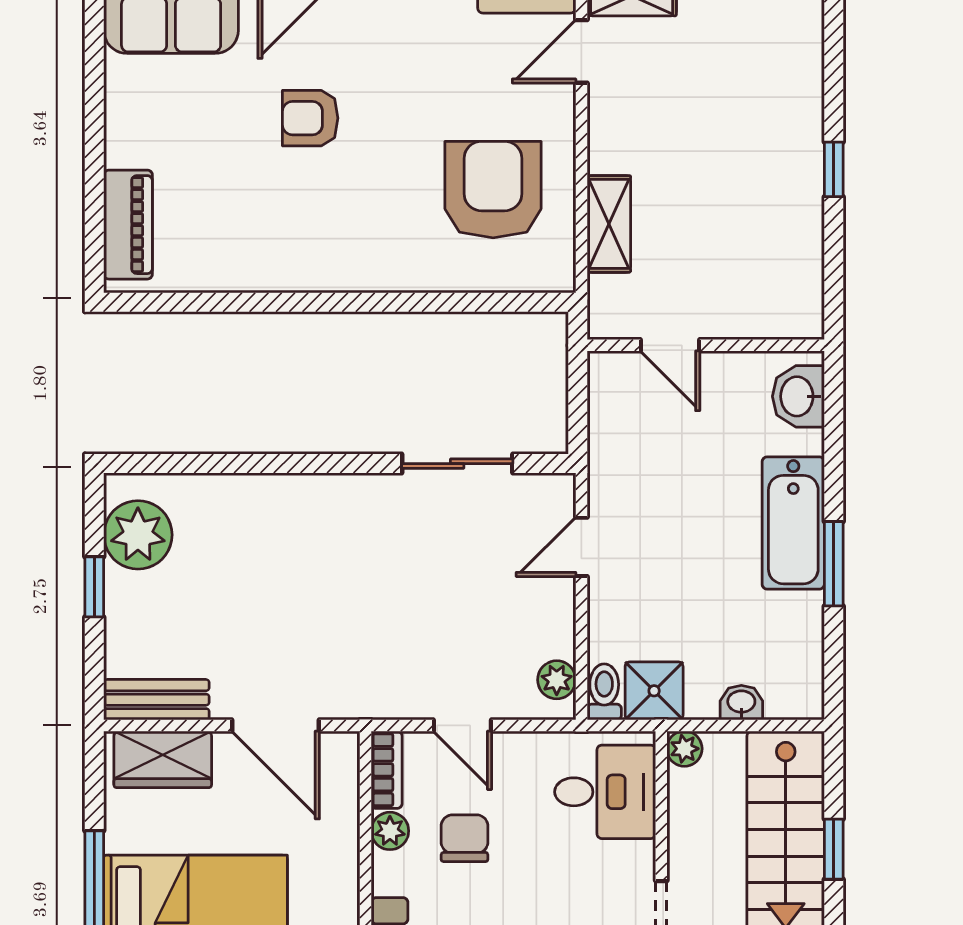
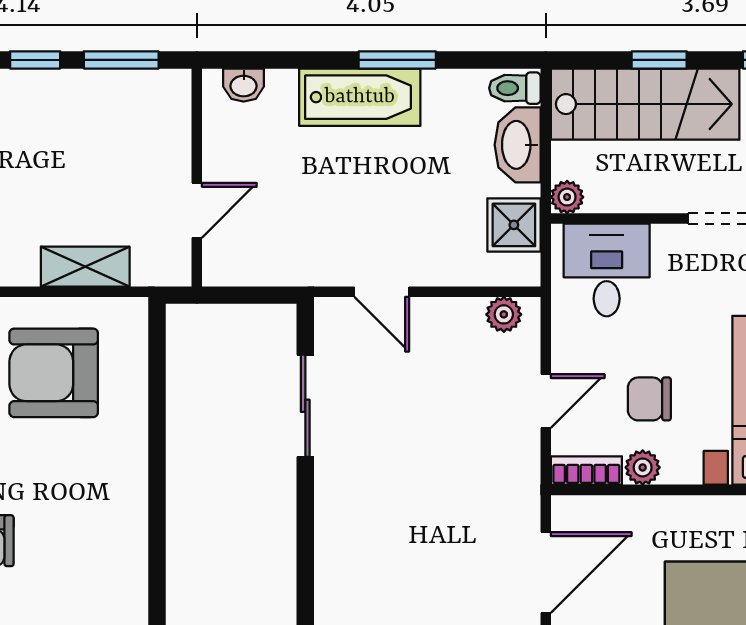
window: (834, 263) -> (121, 60), added
washbasin: (798, 396) -> (244, 85), width x0.72, depth x0.69
toilet: (604, 692) -> (515, 88), moved
washbasin: (741, 703) -> (518, 145), width x1.91, depth x1.45

